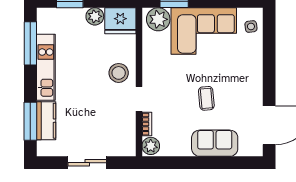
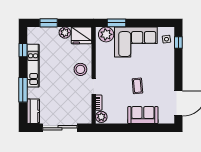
window: (269, 32) -> (178, 42), added
window: (30, 43) -> (23, 50), width x0.46
window: (30, 121) -> (23, 90), moved
kitchen counter: (46, 121) -> (33, 111), moved
sliding door: (87, 163) -> (60, 128), width x1.37

